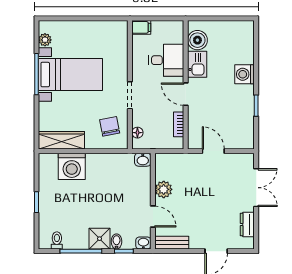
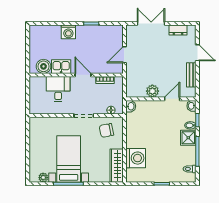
filing cabinet: (141, 27) -> (34, 107), removed
door: (186, 94) -> (83, 75), swing flipped
bench: (172, 243) -> (191, 75), moved

